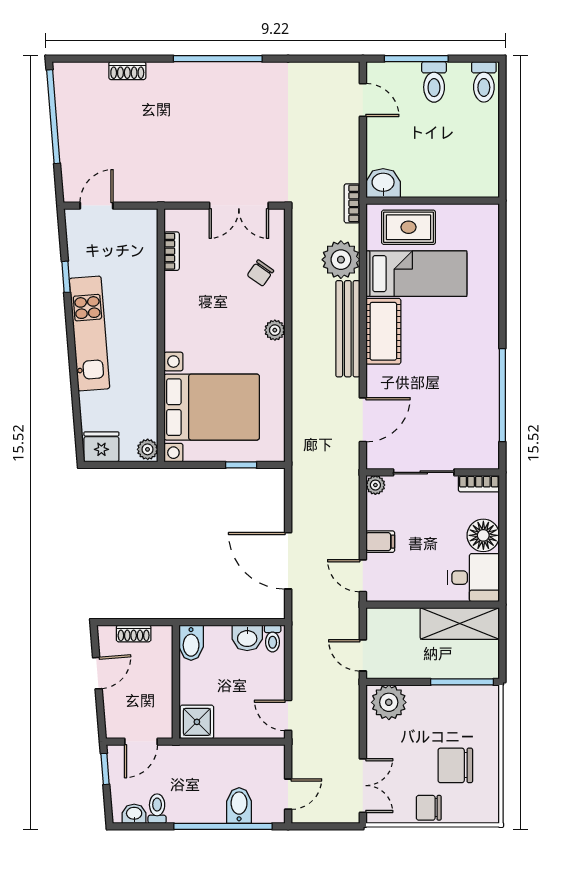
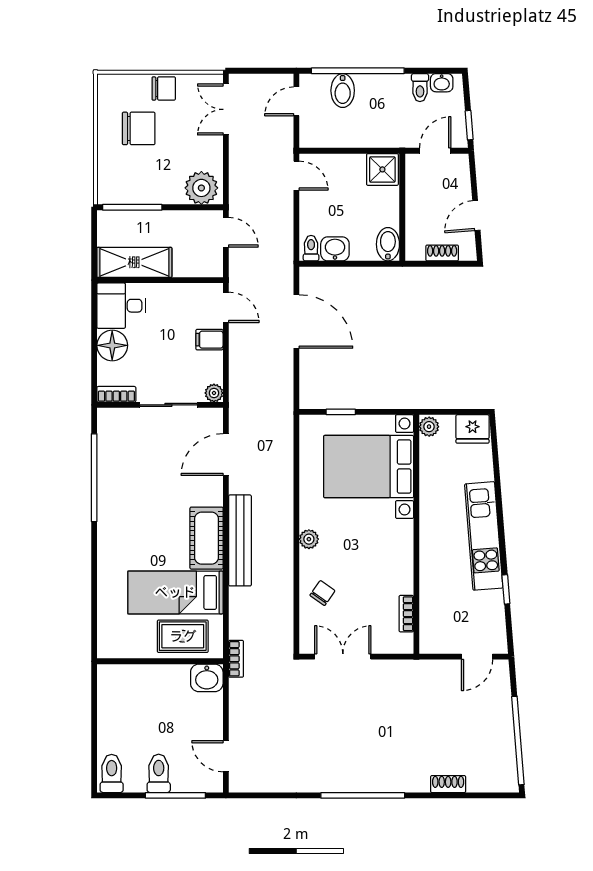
plant: (341, 260) -> (247, 606), removed

